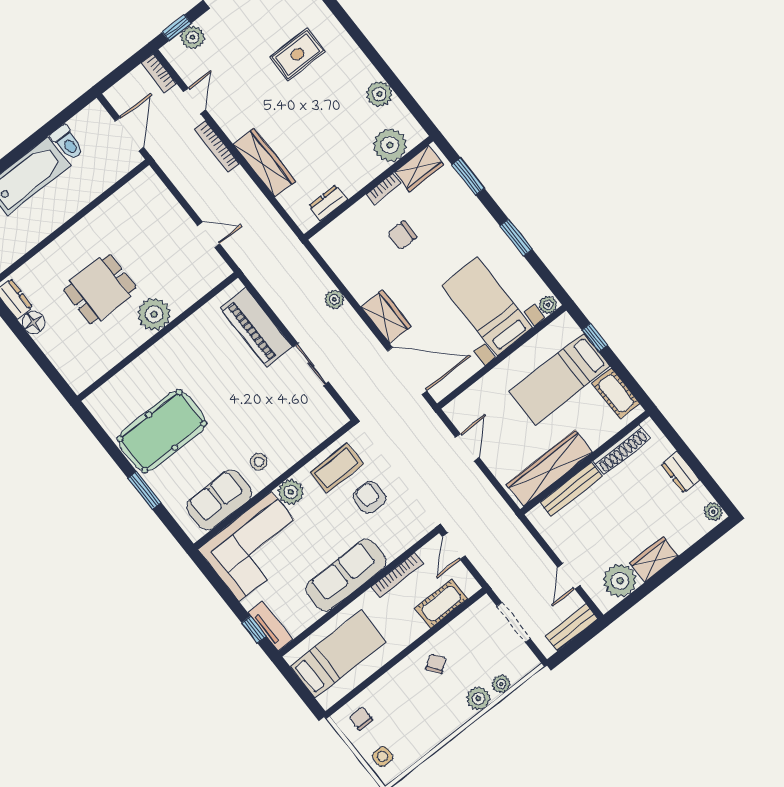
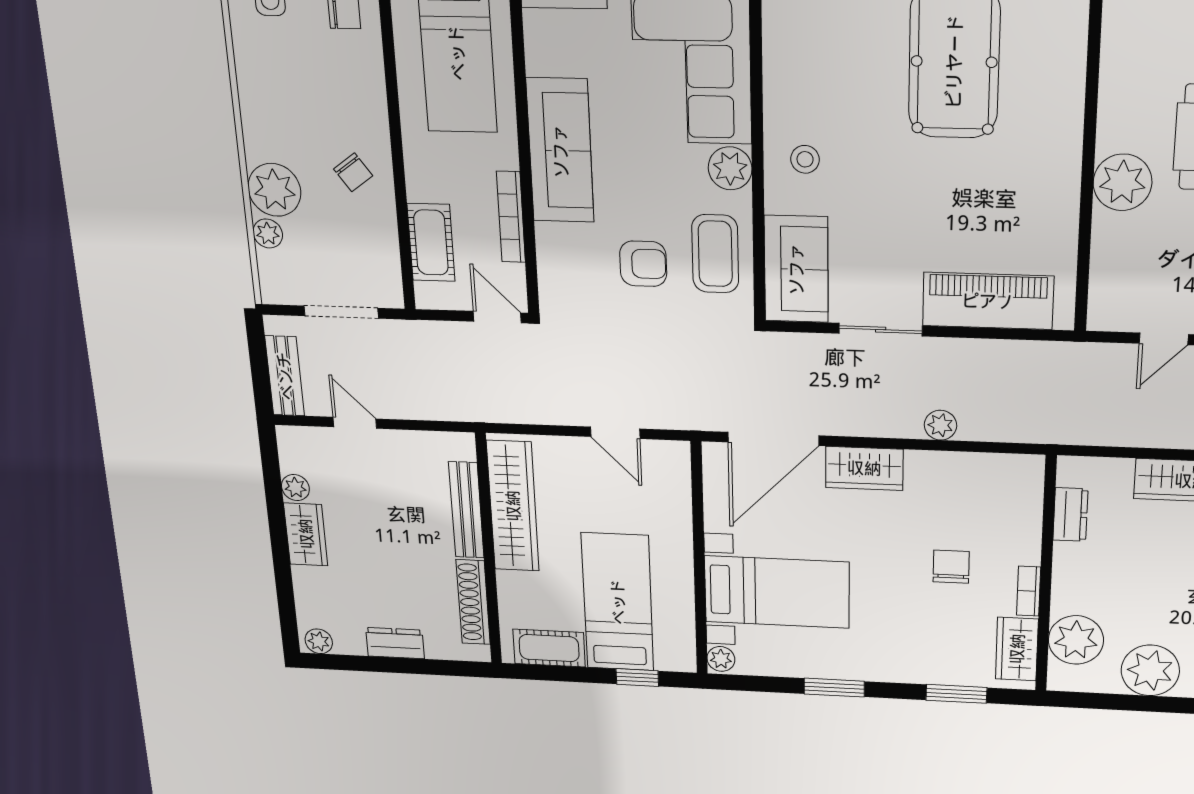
plant: (379, 94) -> (1150, 670), width x1.36, depth x1.36
sofa: (219, 500) -> (796, 269), moved
plant: (620, 581) -> (295, 488), width x0.53, depth x0.53
plant: (478, 698) -> (274, 190), width x1.36, depth x1.36

